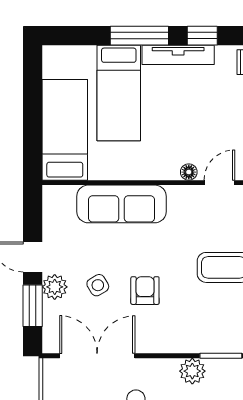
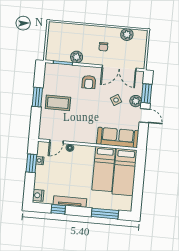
window: (139, 36) -> (105, 214), moved
bed: (119, 93) -> (104, 169), moved, turned 180
sofa: (121, 204) -> (118, 137), moved
armchair: (145, 291) -> (89, 82), moved

